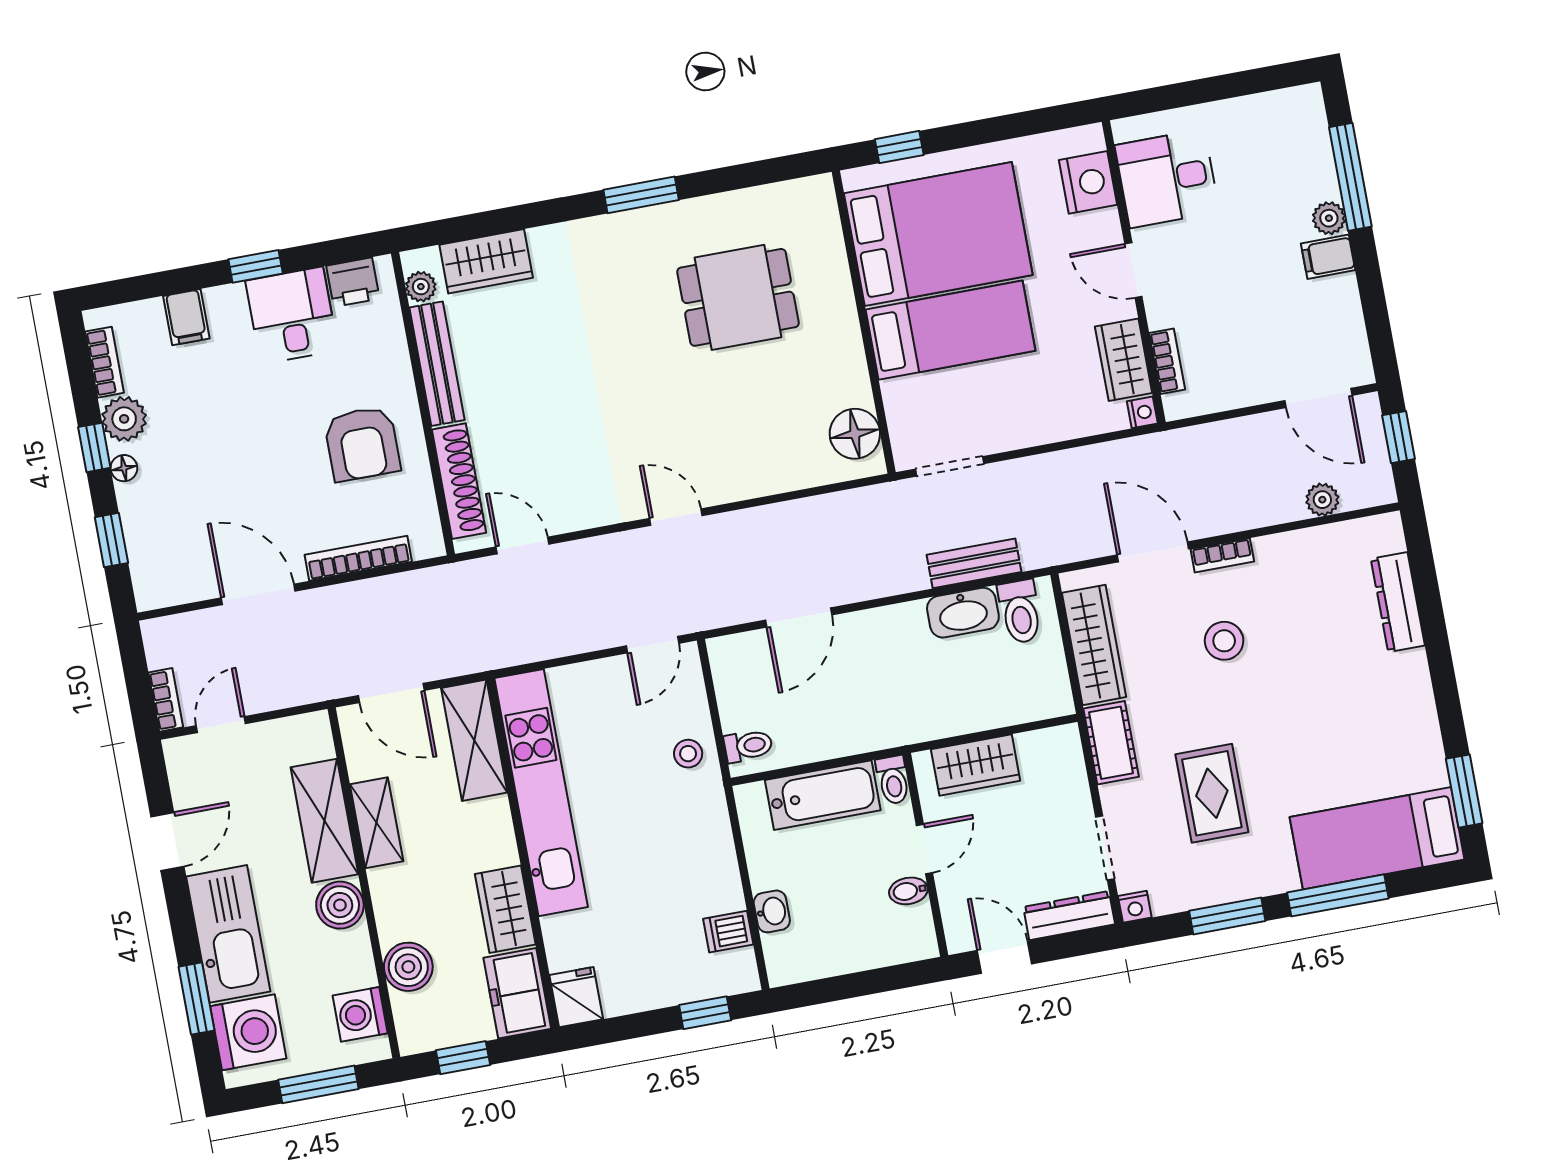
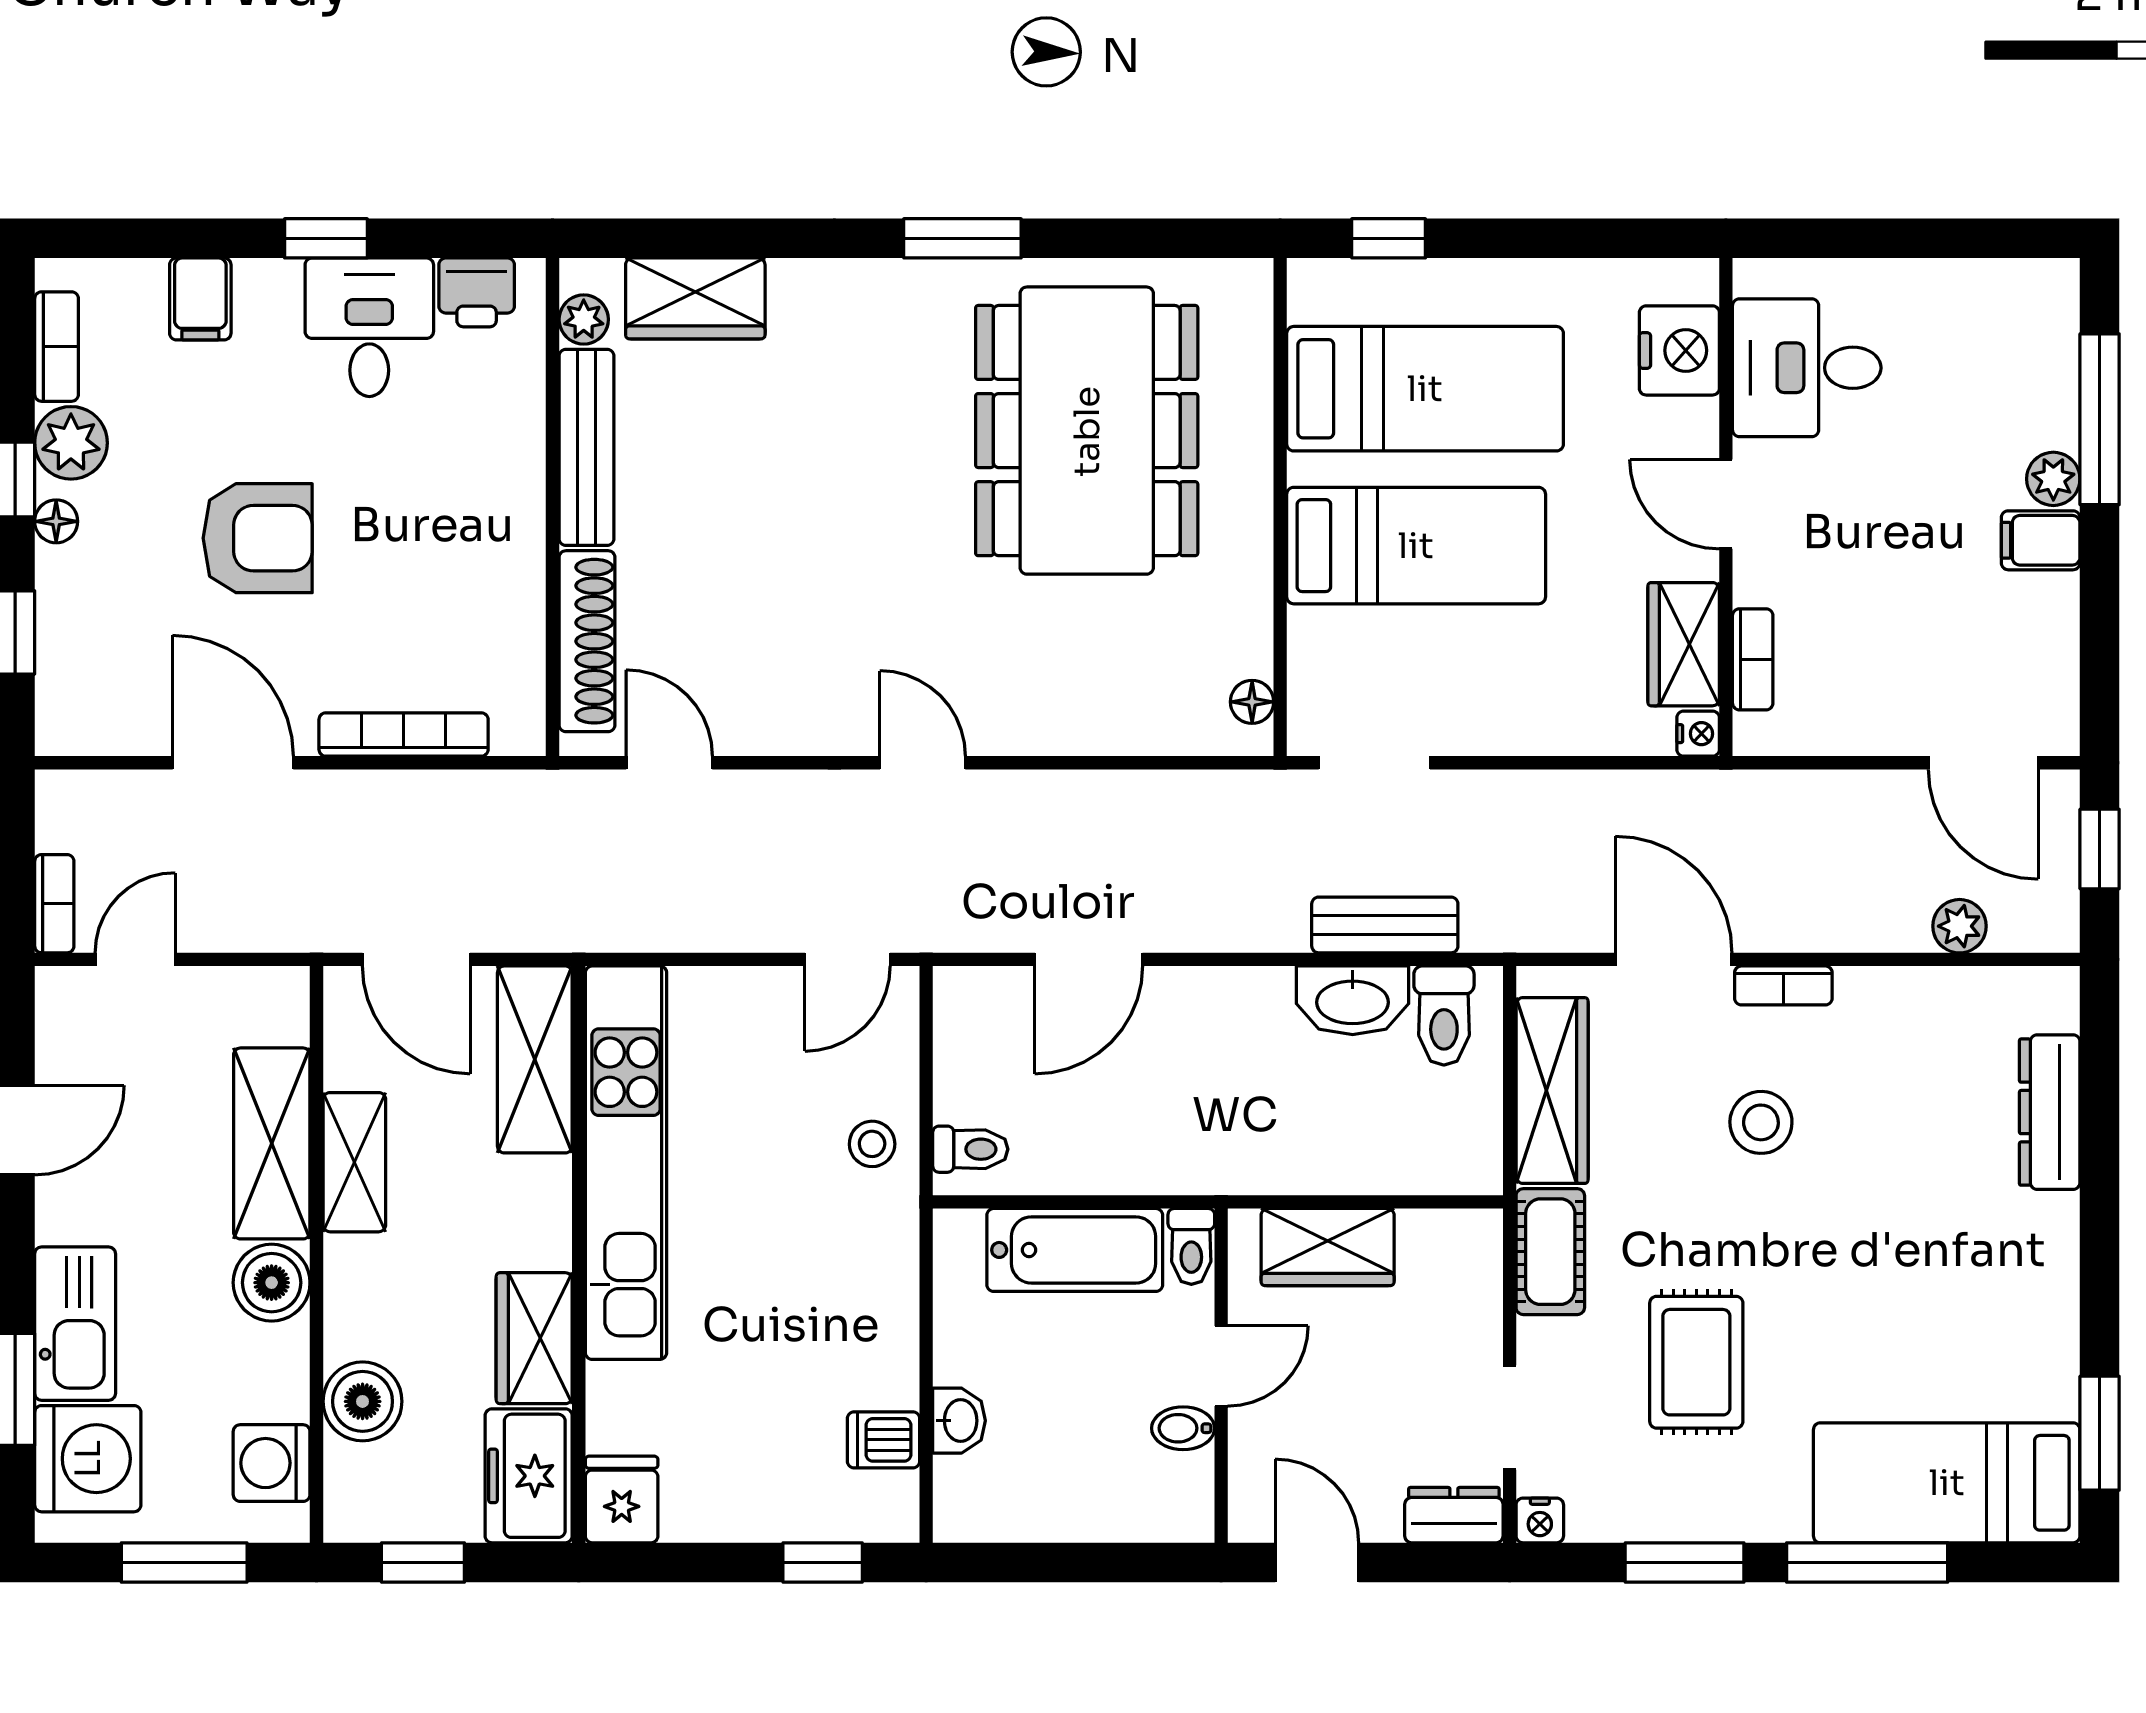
bed: (938, 234) -> (1425, 389), width x0.67
dining table: (738, 297) -> (1087, 431), width x1.88, depth x1.24
floor lamp: (855, 434) -> (1252, 702), width x0.53, depth x0.53
armchair: (362, 444) -> (258, 538), moved, turned -90
dresser: (1069, 916) -> (1454, 1515), width x0.70
kitchen sink: (228, 934) -> (75, 1324), width x0.73, depth x0.81

